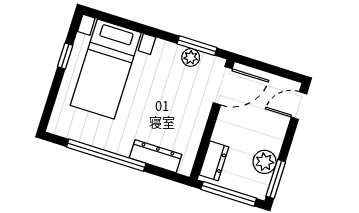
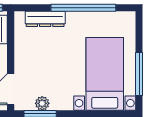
window: (65, 56) -> (139, 74), width x2.17

